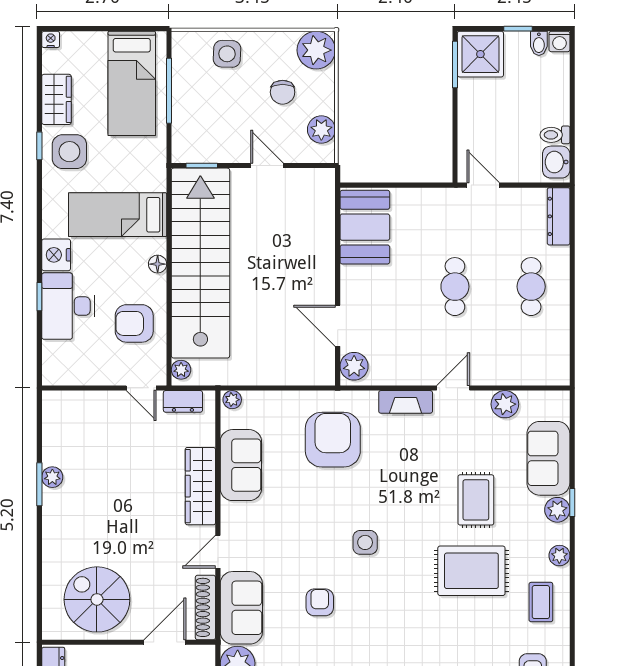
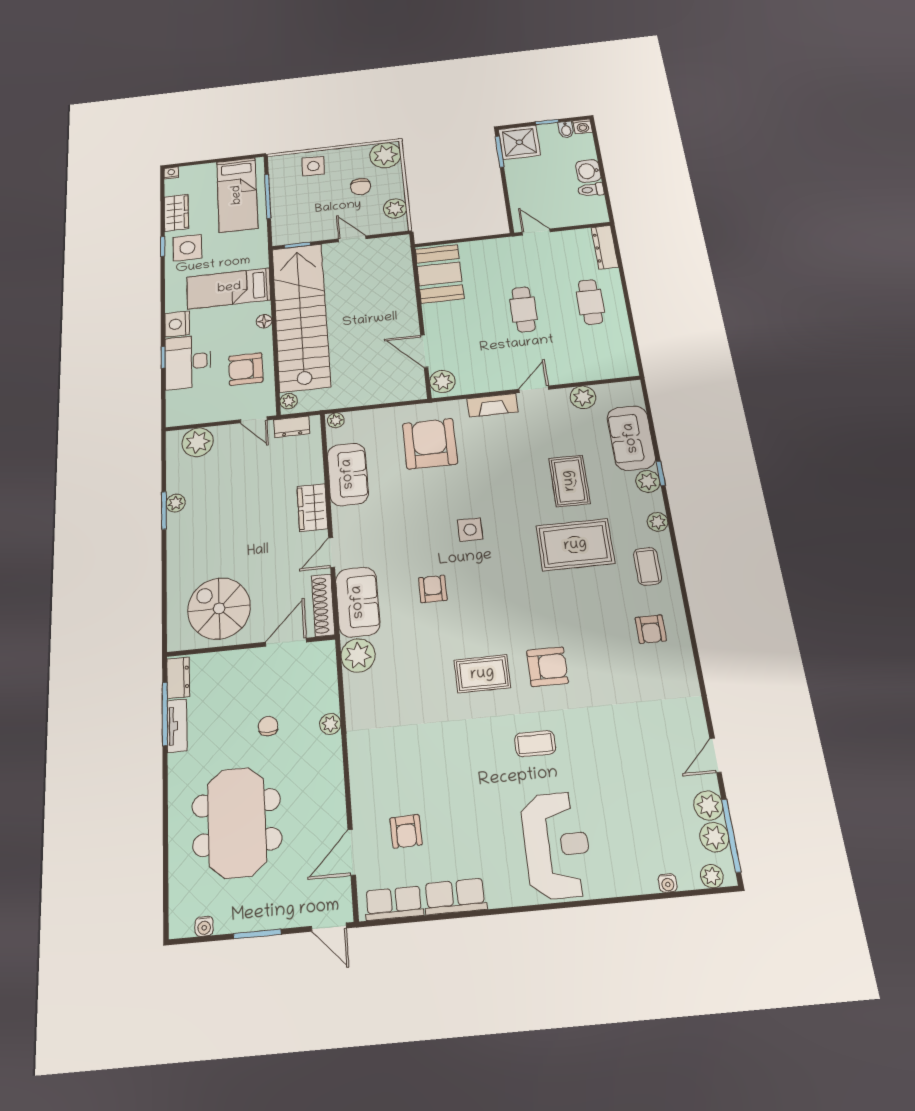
washbasin: (556, 162) -> (588, 171), moved
plant: (78, 408) -> (198, 442), added
wardrobe: (200, 486) -> (312, 508), width x0.67

